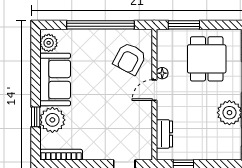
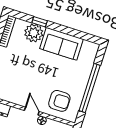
plant: (49, 43) -> (89, 48), removed
armchair: (130, 59) -> (59, 101), turned 152

